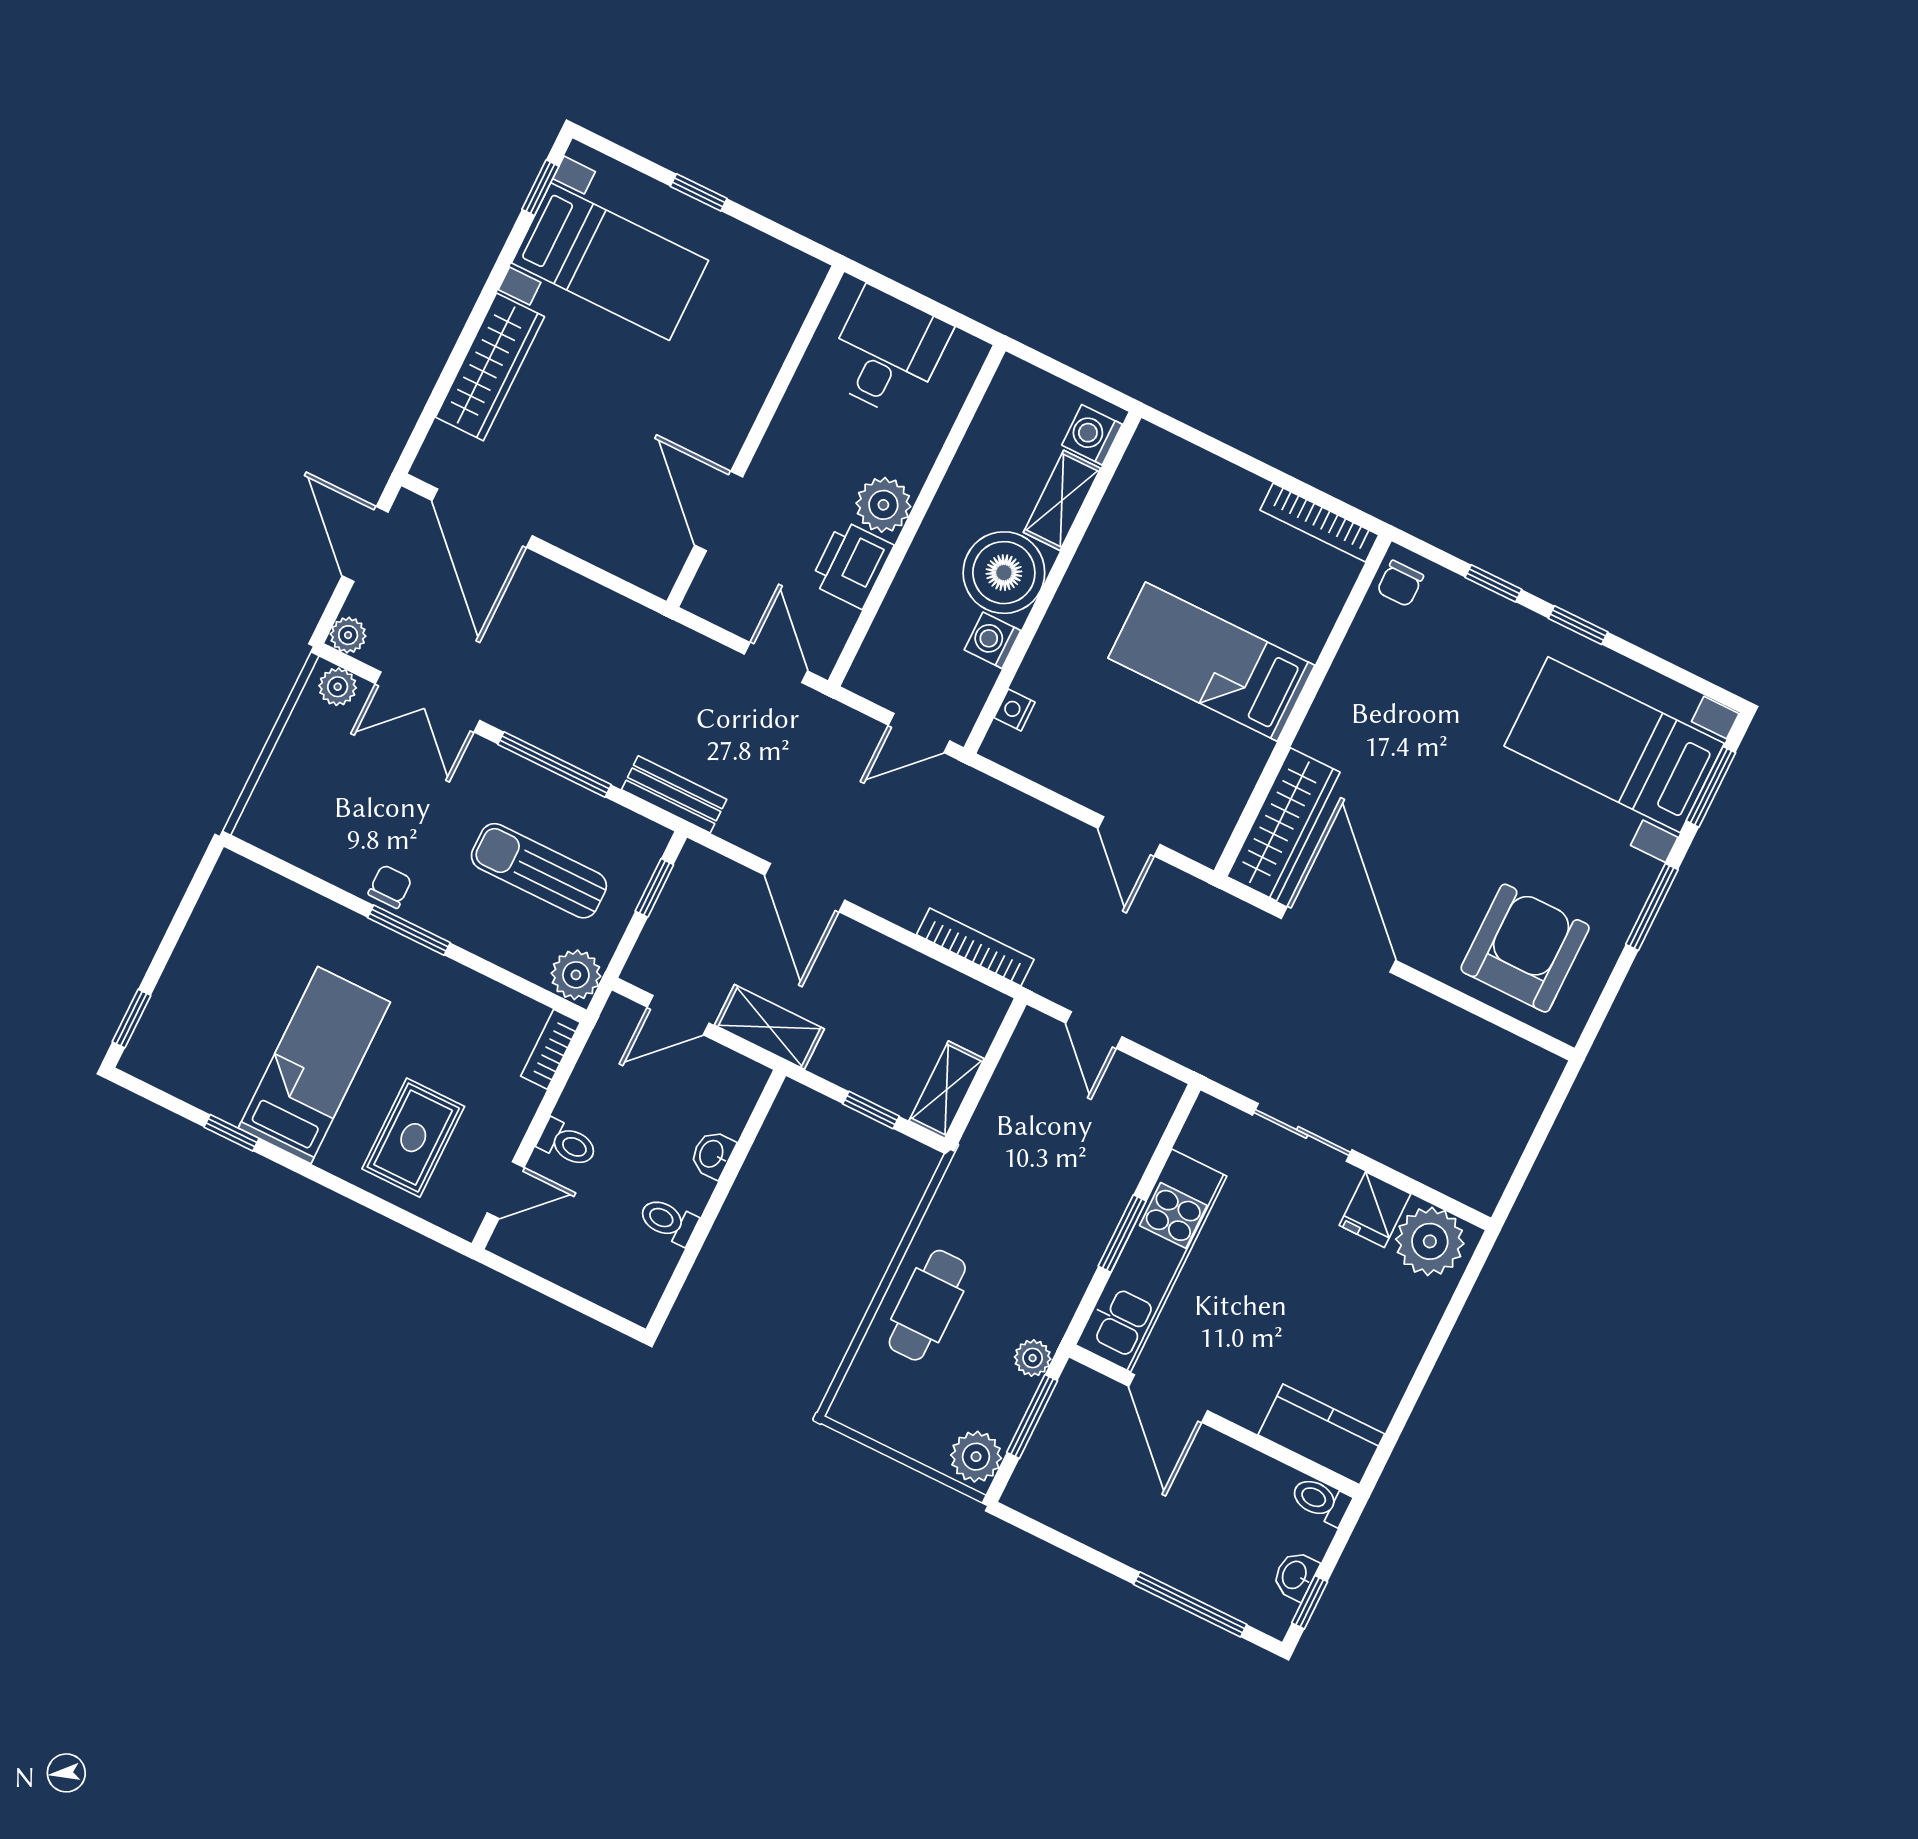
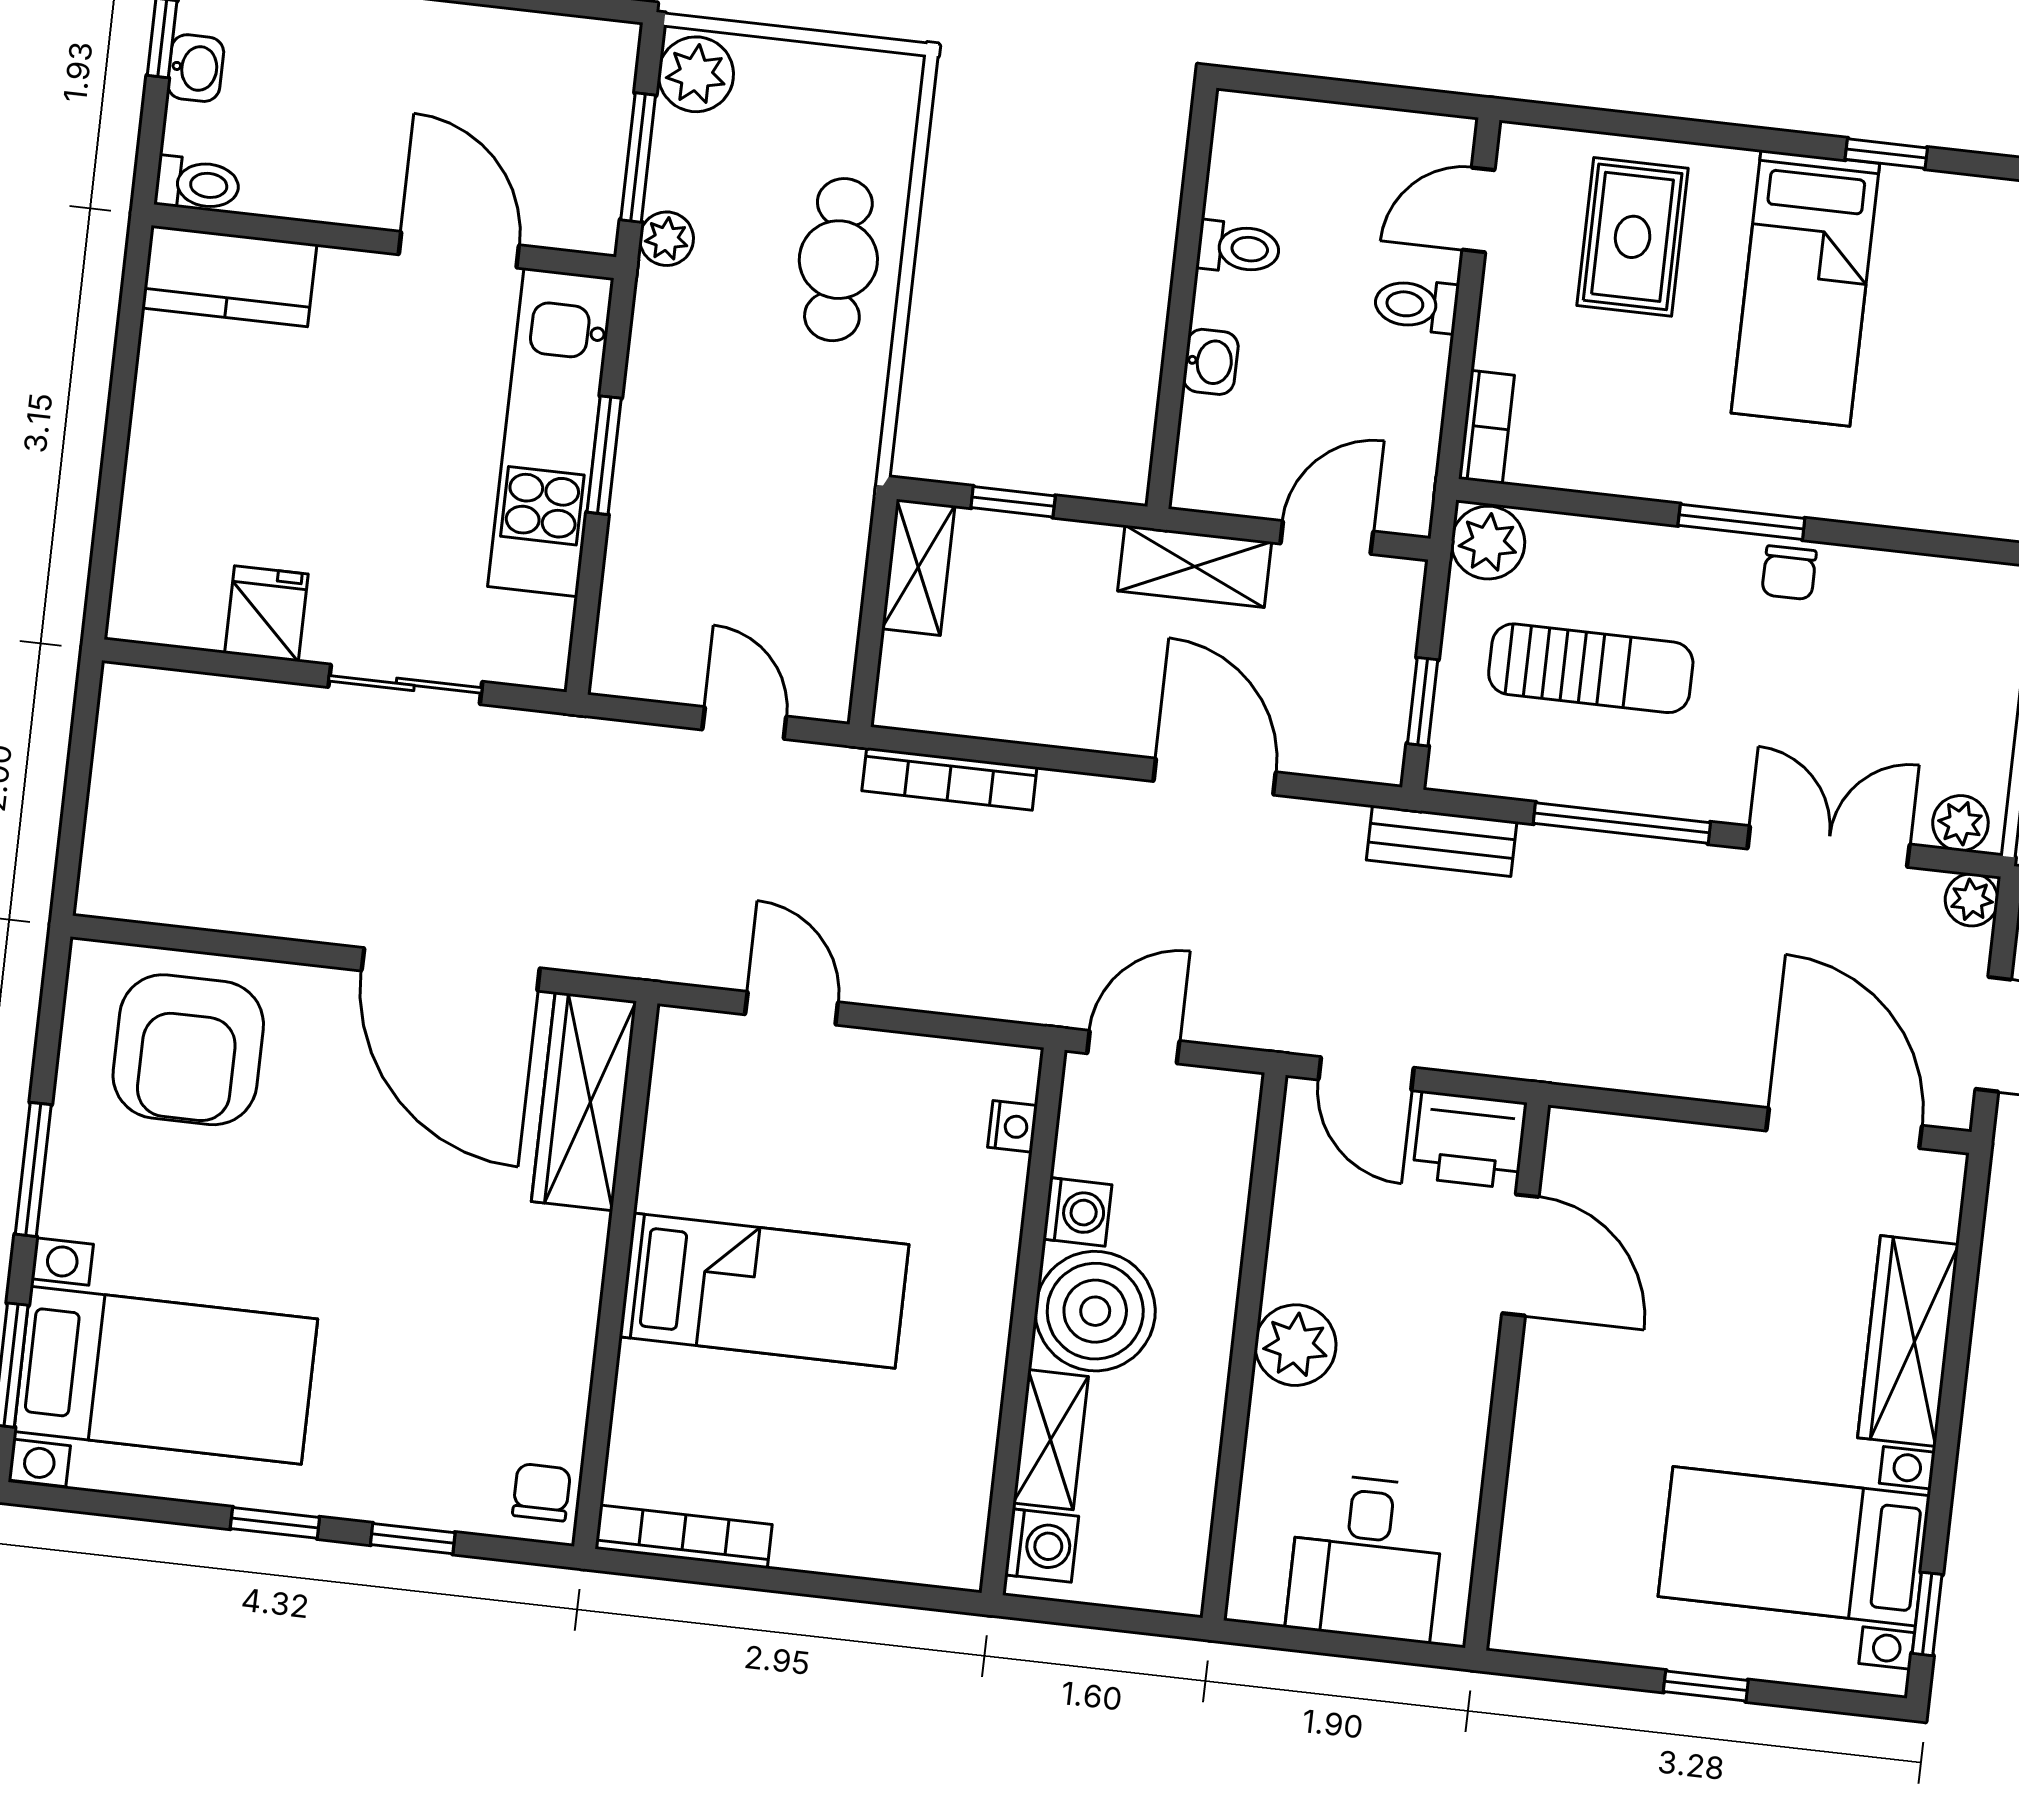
printer: (852, 564) -> (1470, 1140), moved, turned 90
plant: (1430, 1241) -> (175, 597), removed

